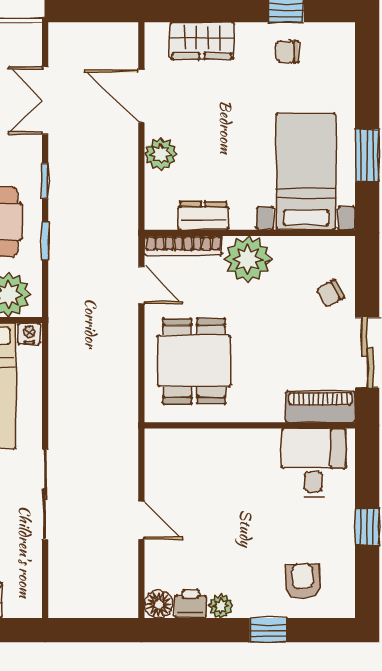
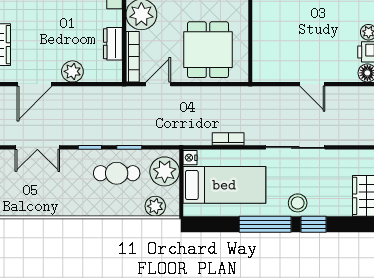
dining table: (194, 361) -> (208, 50), turned 90
bookcase: (58, 392) -> (228, 139), added
door: (141, 520) -> (312, 84), swing flipped

